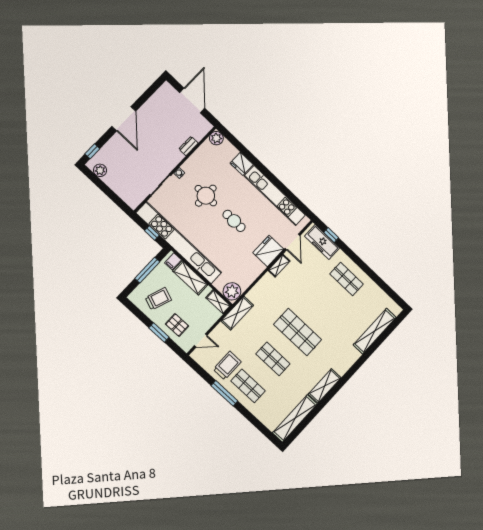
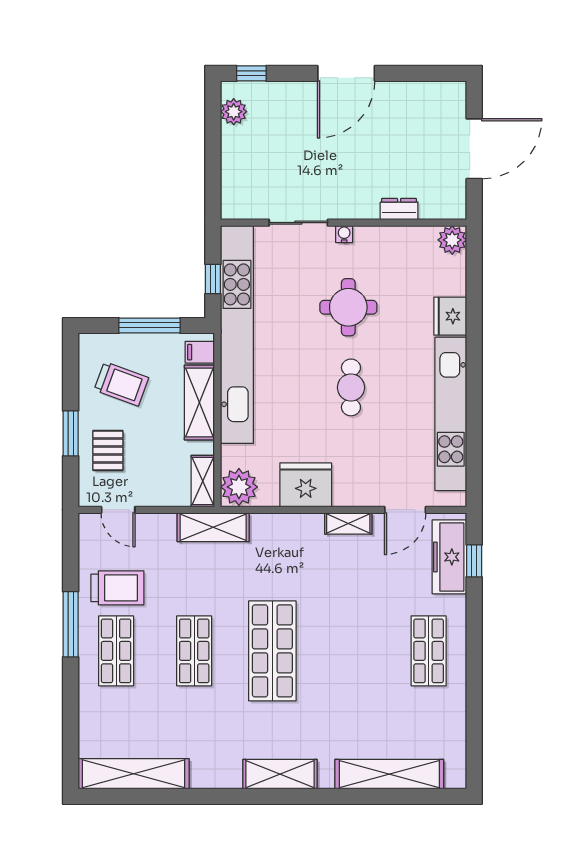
fridge: (268, 251) -> (306, 485), moved
shelving: (325, 386) -> (280, 774), moved

